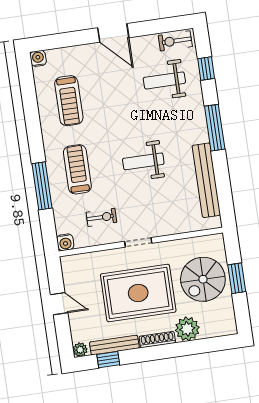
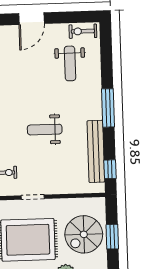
door: (113, 33) -> (32, 19), hinge flipped
window: (206, 68) -> (110, 169), moved
weight bench: (164, 80) -> (70, 63), turned -90

